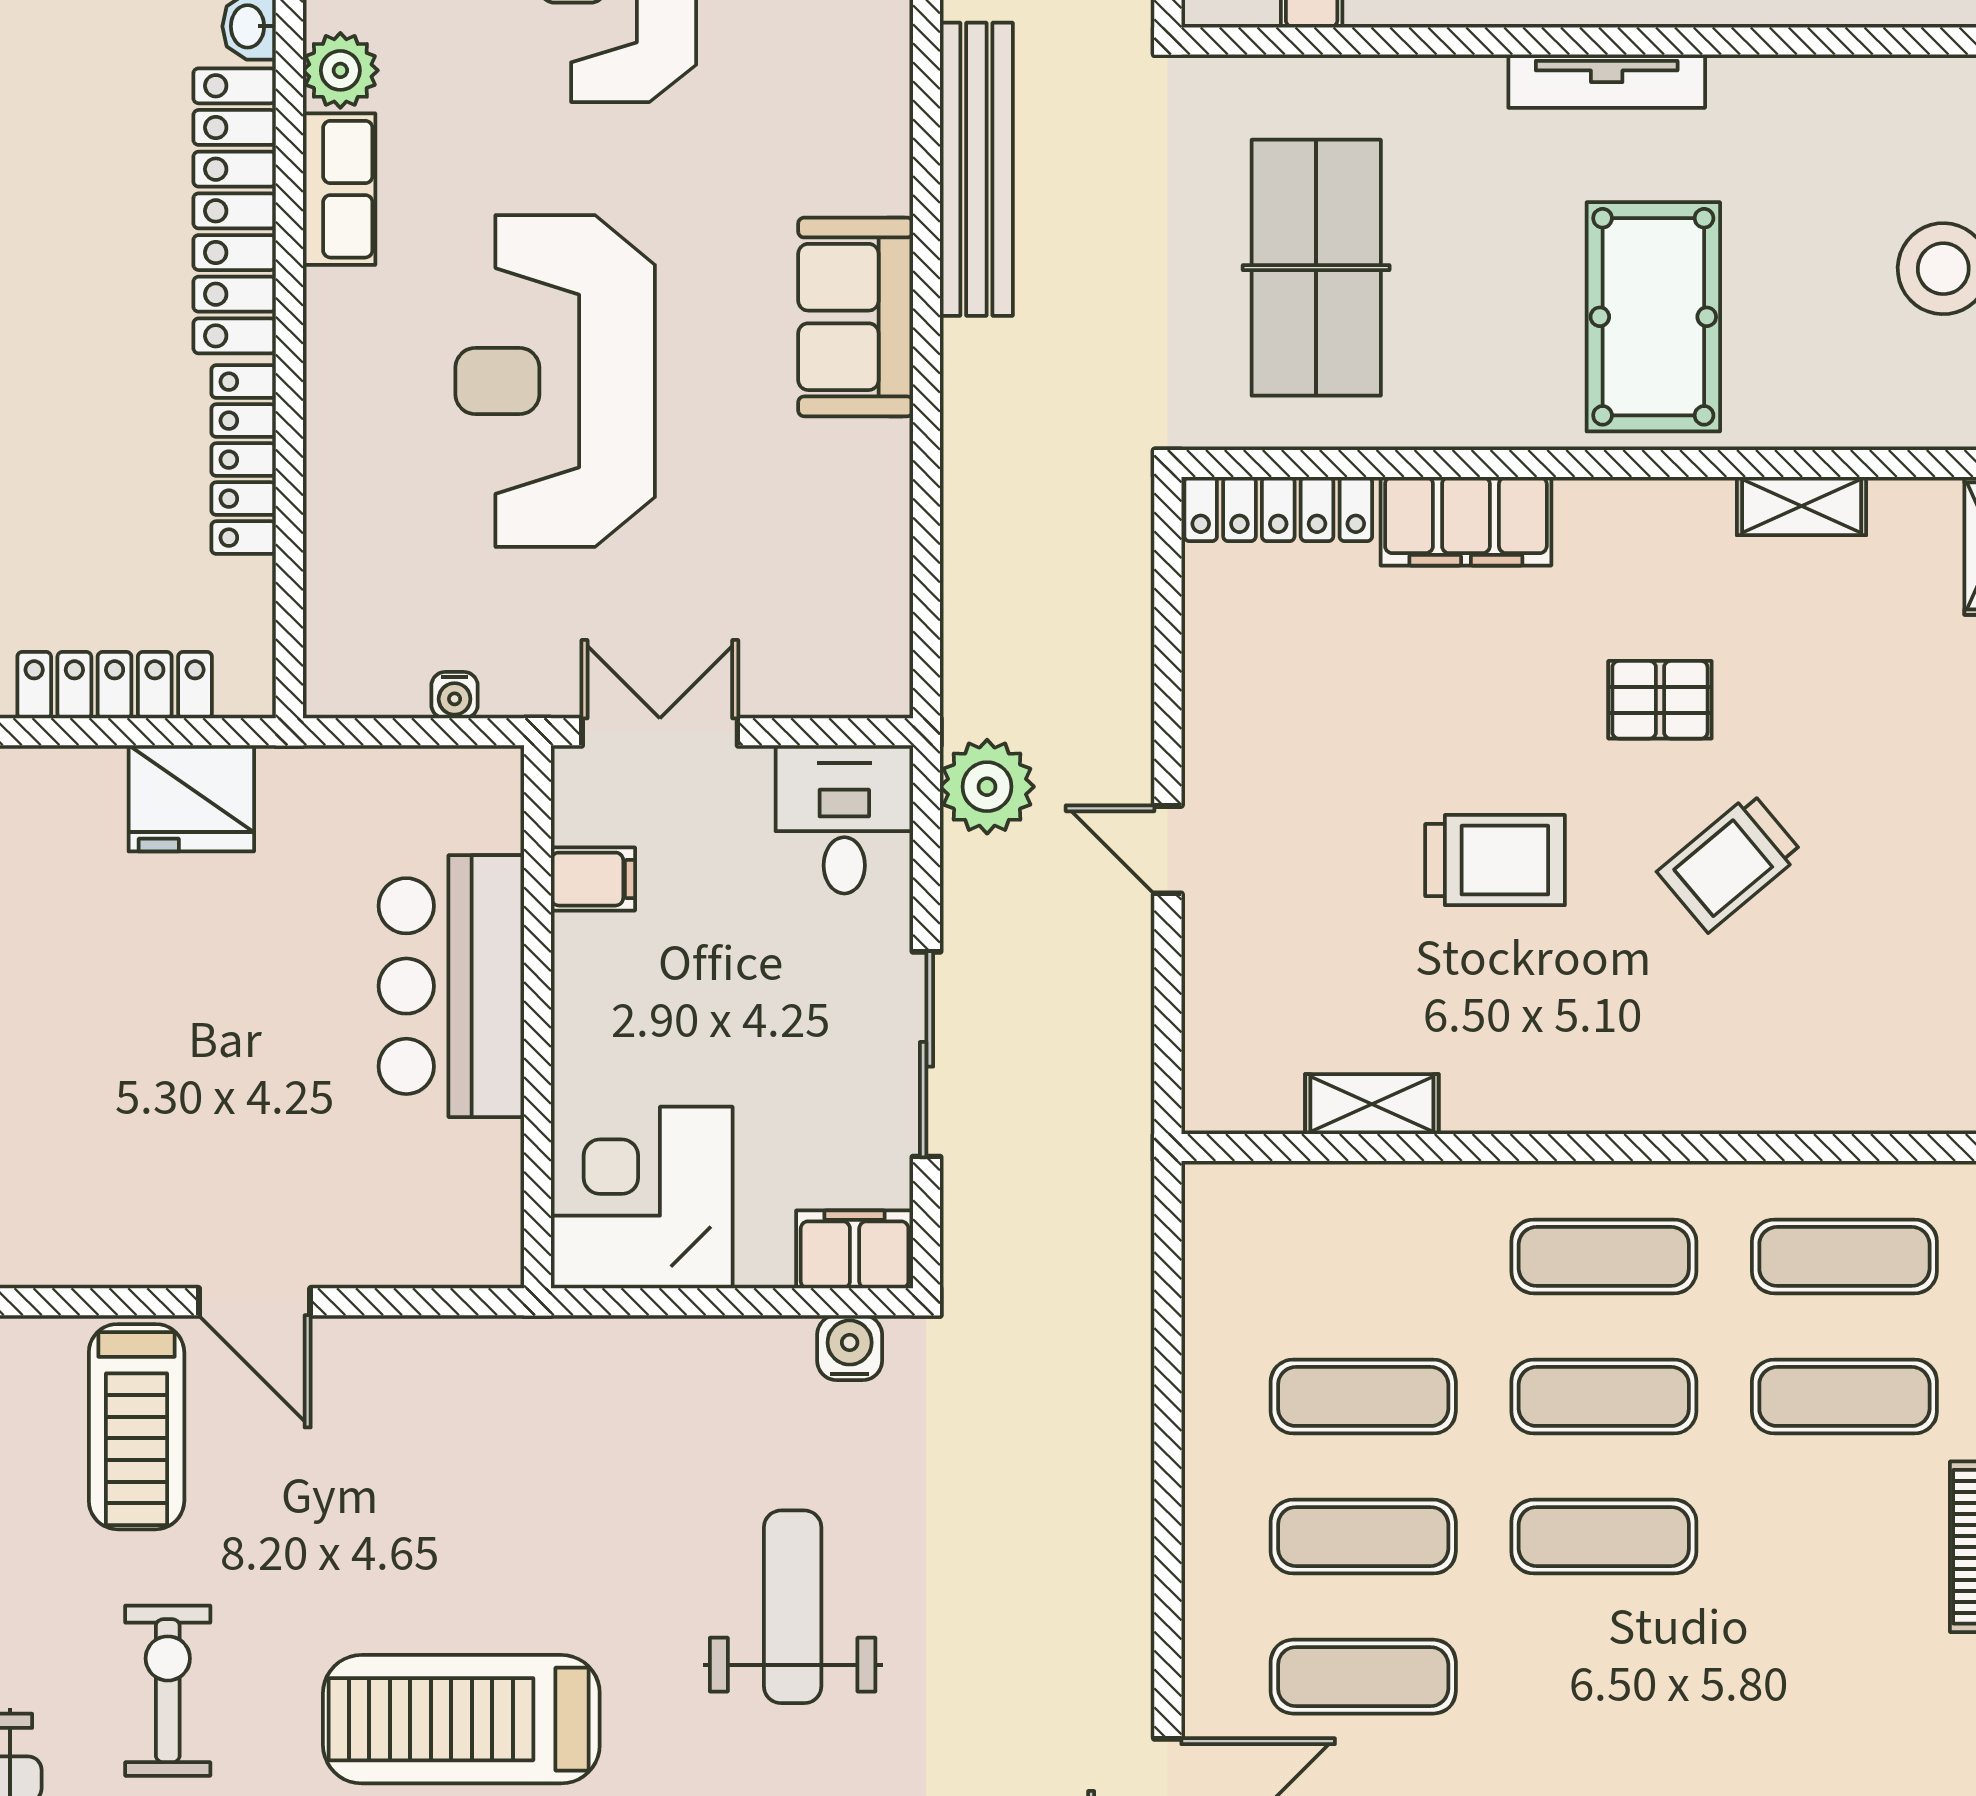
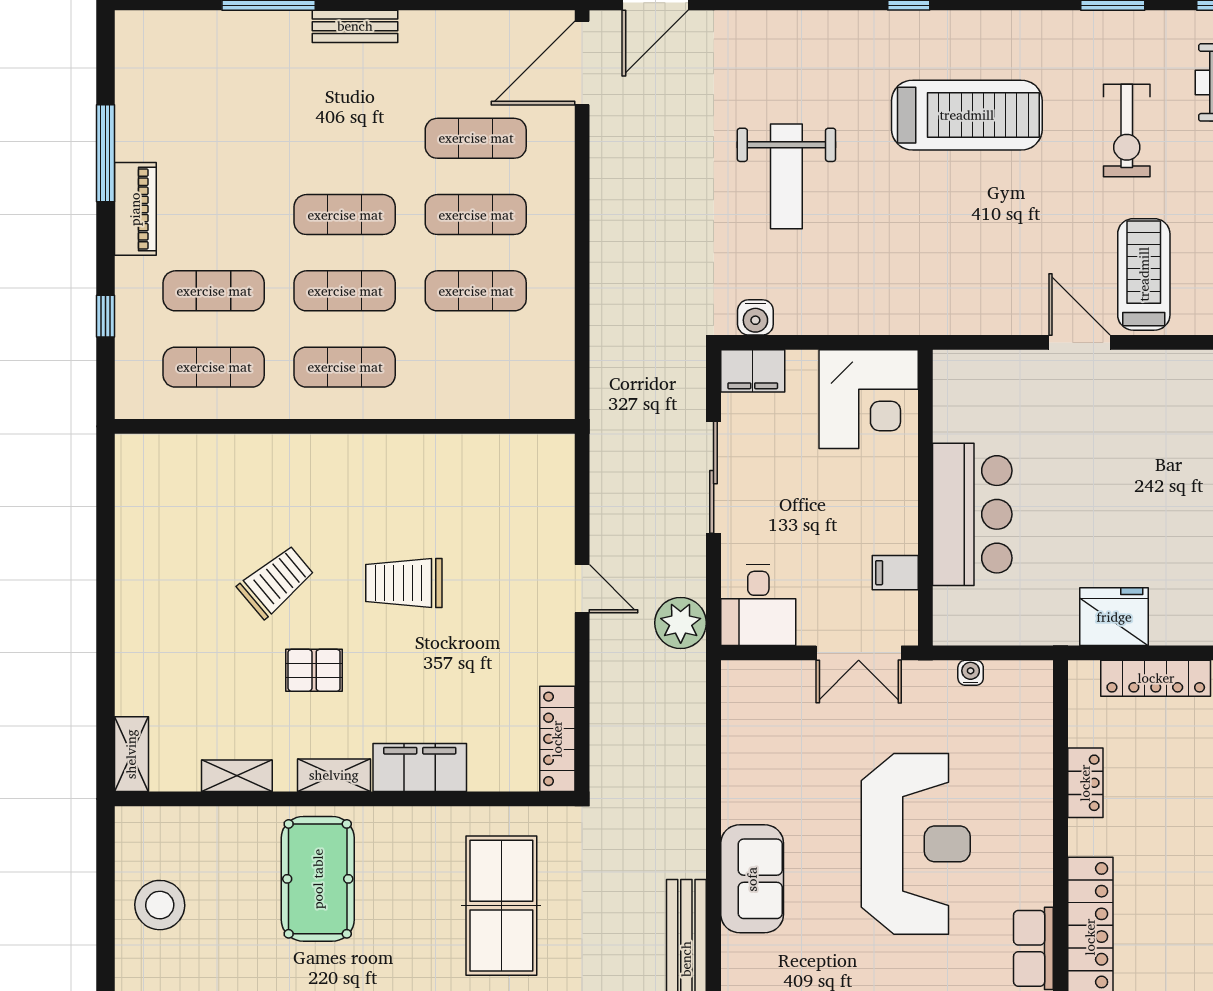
locker: (244, 460) -> (1085, 783), width x0.66
locker: (1278, 509) -> (557, 739), moved, turned -90
shelving: (1372, 1104) -> (334, 775), moved

